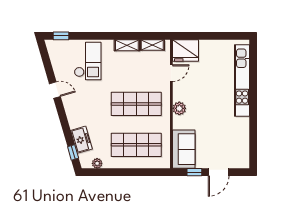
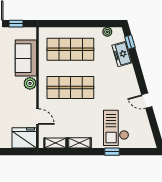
window: (61, 36) -> (112, 152), moved
door: (171, 73) -> (37, 117), swing flipped
sofa: (184, 149) -> (26, 58), moved

